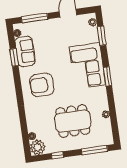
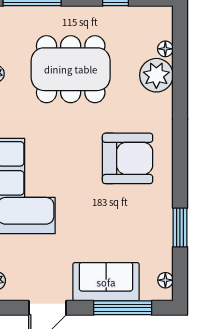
sofa: (25, 51) -> (106, 282), moved, turned 90
plant: (38, 147) -> (156, 75), moved

